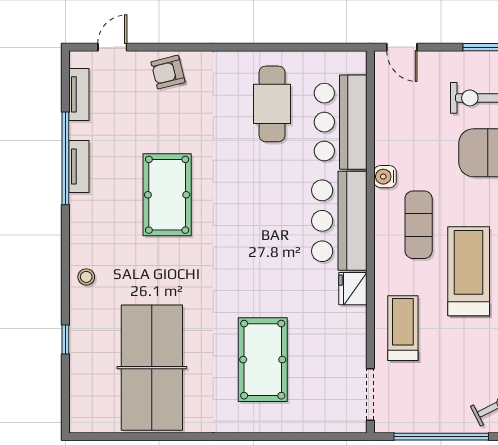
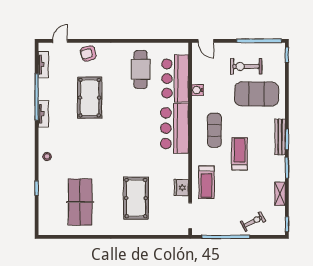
tv unit: (79, 166) -> (43, 114), moved
water cooler: (385, 177) -> (197, 90), moved
pool table: (167, 195) -> (90, 98), moved
treadmill: (469, 271) -> (240, 154), width x0.73, depth x0.73
fridge: (353, 289) -> (181, 188), moved
treadmill: (403, 328) -> (206, 182), turned 180
table tennis table: (152, 368) -> (80, 202), width x0.73, depth x0.76

